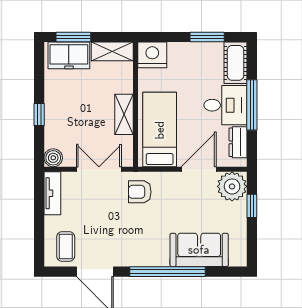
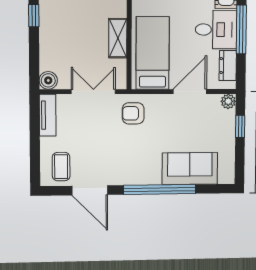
window: (39, 114) -> (34, 16), moved
plant: (232, 186) -> (228, 101), width x0.53, depth x0.53

